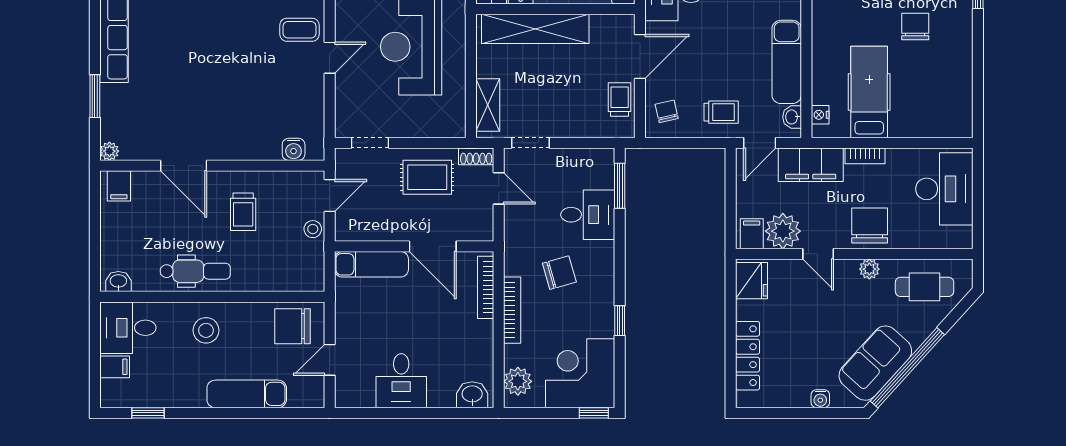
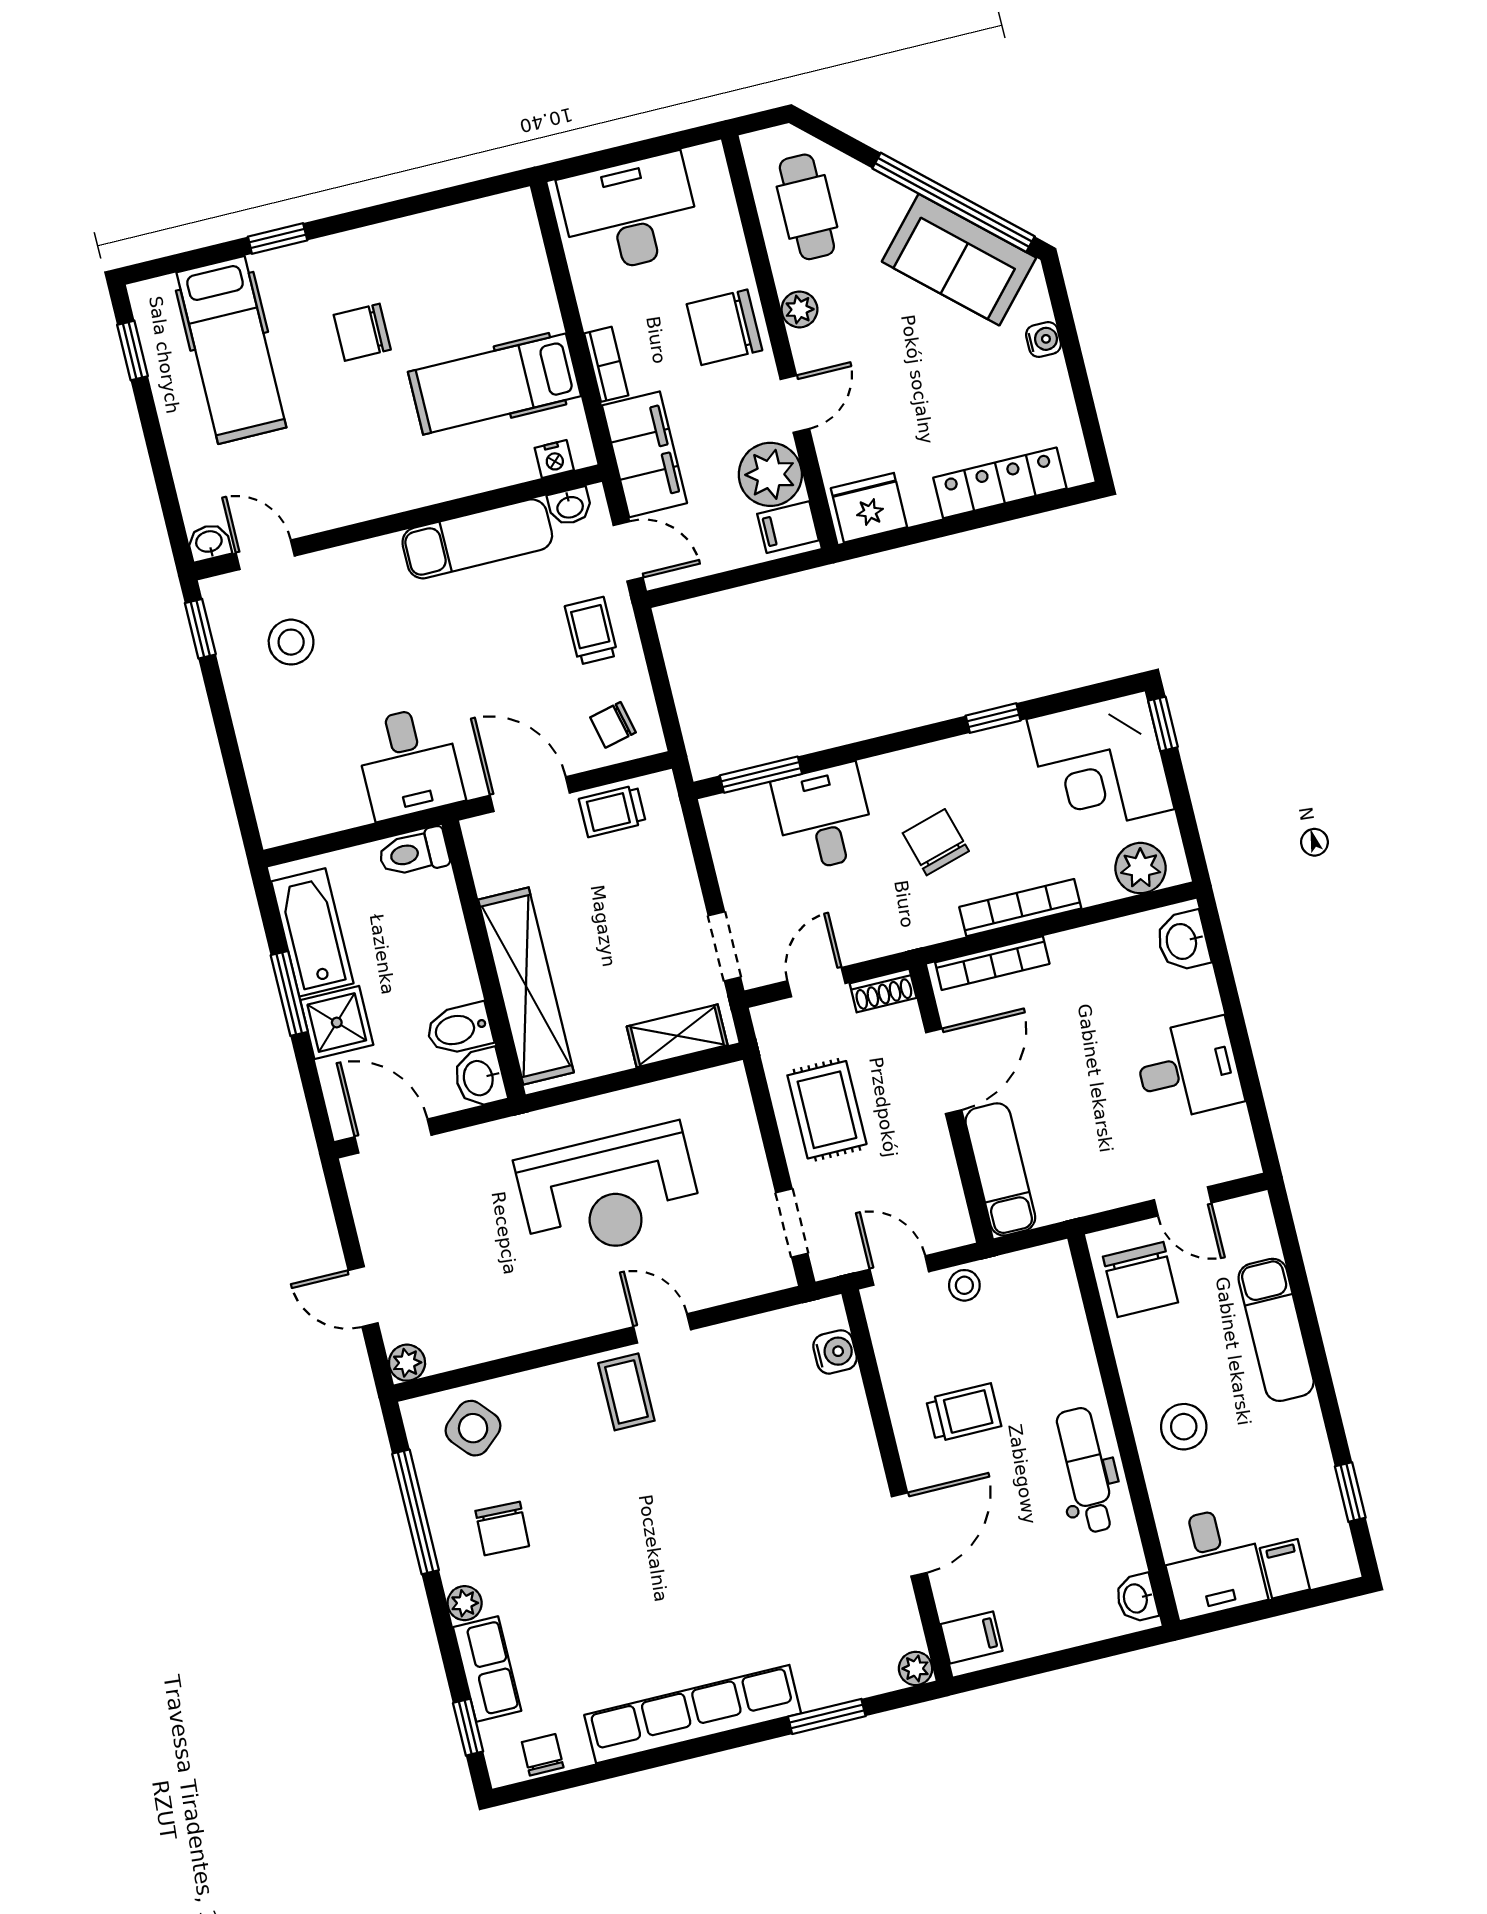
shoe rack: (476, 156) -> (883, 991), moved, turned 90

